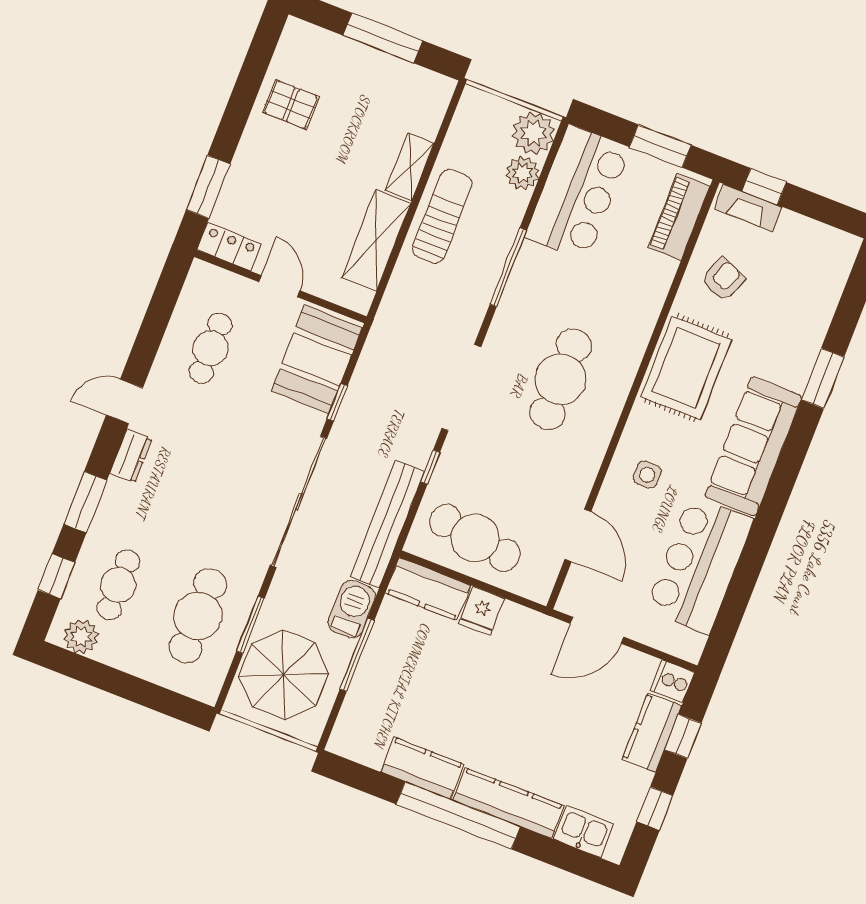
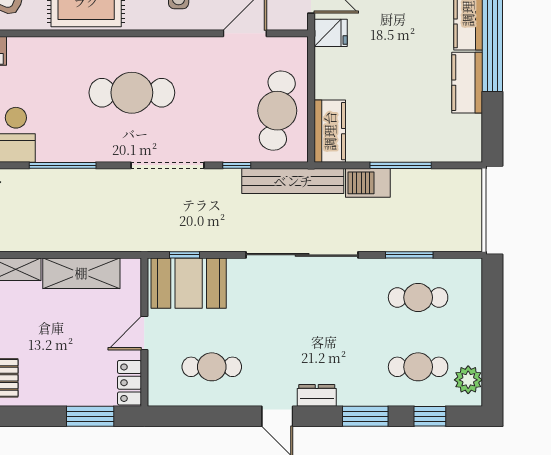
sun lounger: (442, 216) -> (43, 230), removed
window: (337, 402) -> (184, 255), moved
fridge: (482, 611) -> (331, 33), moved
cafe table: (198, 616) -> (418, 297), width x0.73, depth x0.74
parasol: (284, 675) -> (437, 215), removed

